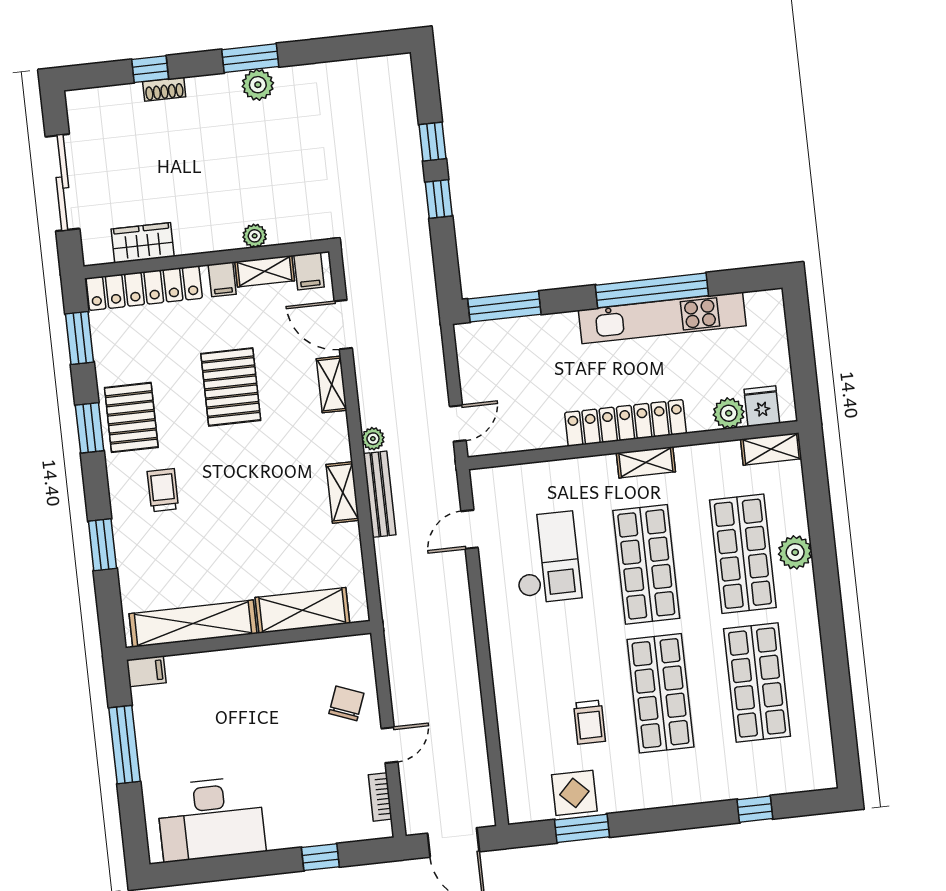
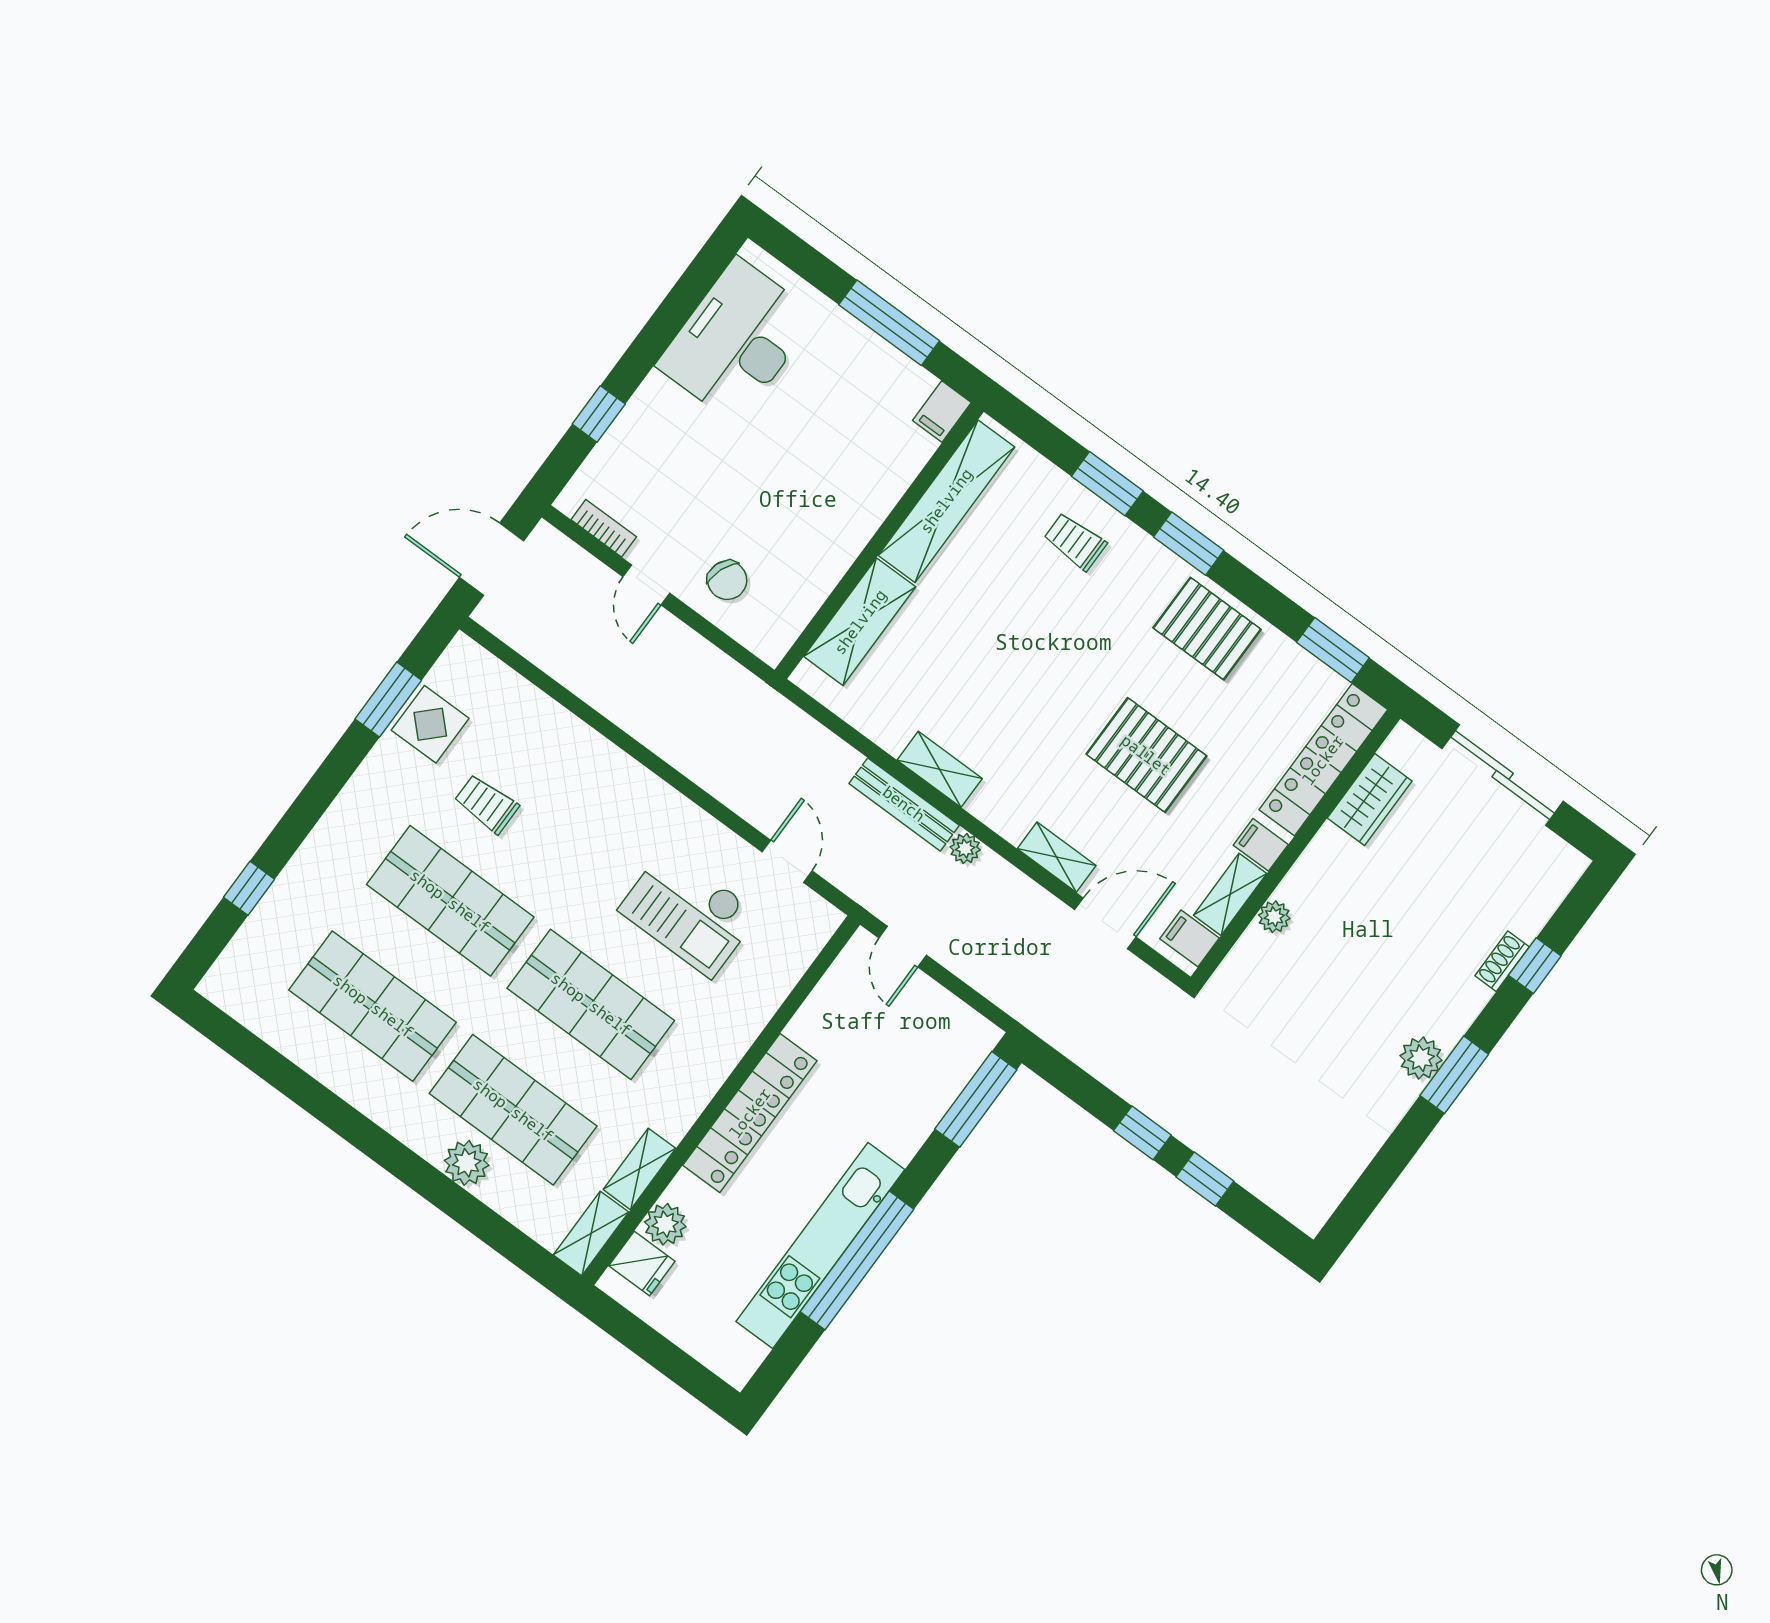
window: (90, 428) -> (1189, 544), moved
shelving: (646, 462) -> (639, 1169), moved
trolley: (163, 490) -> (1075, 542), moved, turned 180

